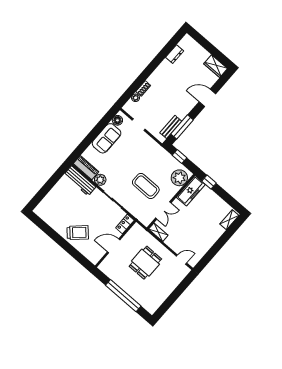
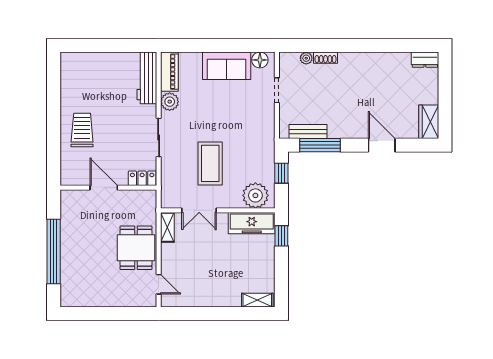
dresser: (175, 54) -> (425, 60), moved
trolley: (78, 233) -> (82, 130), turned -137
dining table: (145, 263) -> (136, 248), moved, turned 90

